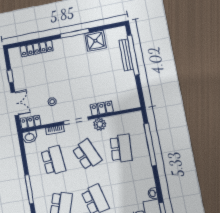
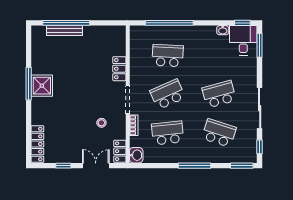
shower: (95, 41) -> (42, 86), moved
locker: (37, 49) -> (37, 144), moved
plant: (100, 124) -> (137, 74), removed

